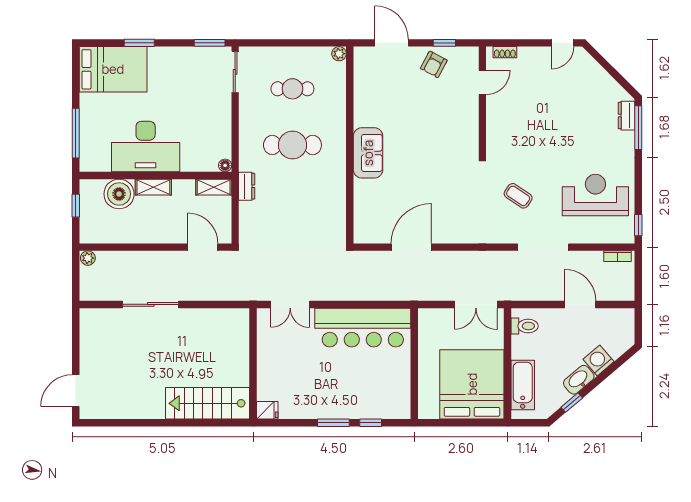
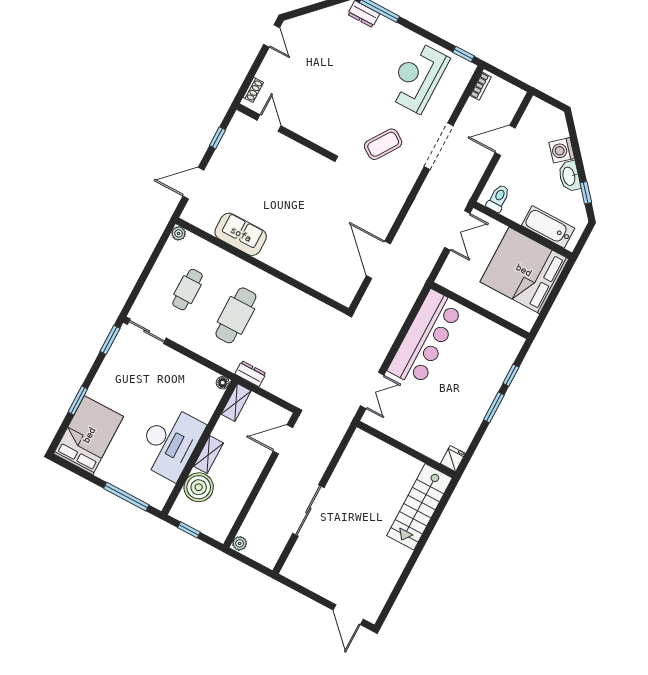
armchair: (434, 64) -> (231, 157), removed
sofa: (368, 153) -> (241, 234), moved
coffee table: (518, 196) -> (383, 144), width x1.36, depth x1.30

